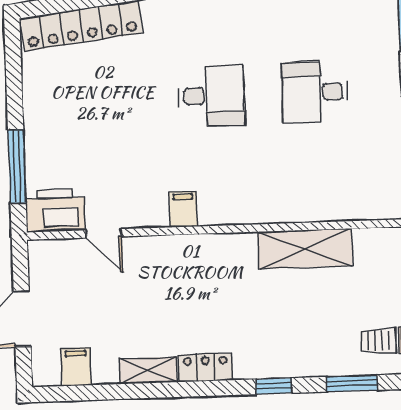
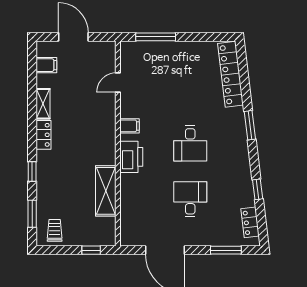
printer: (55, 210) -> (131, 157), moved

